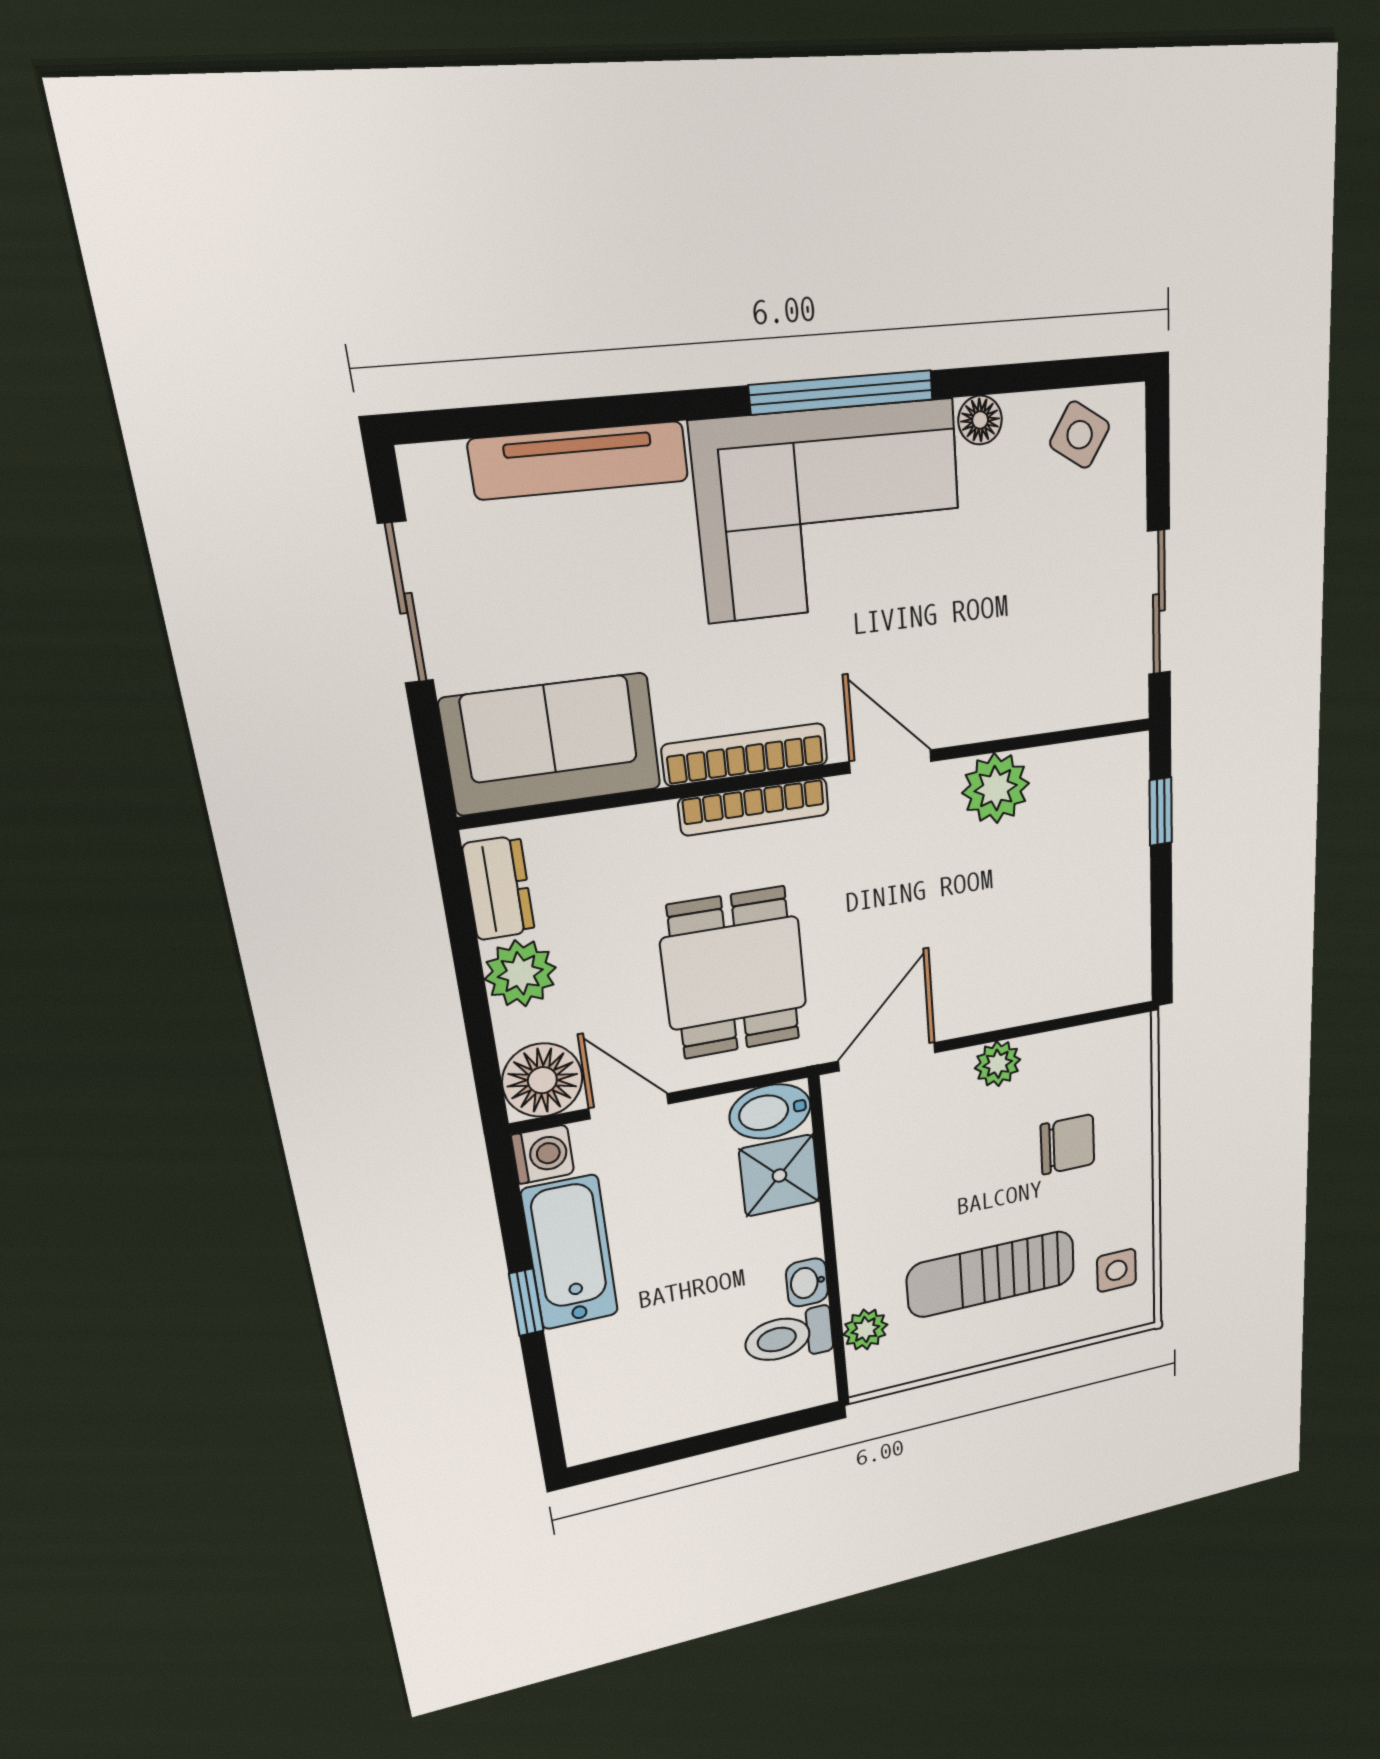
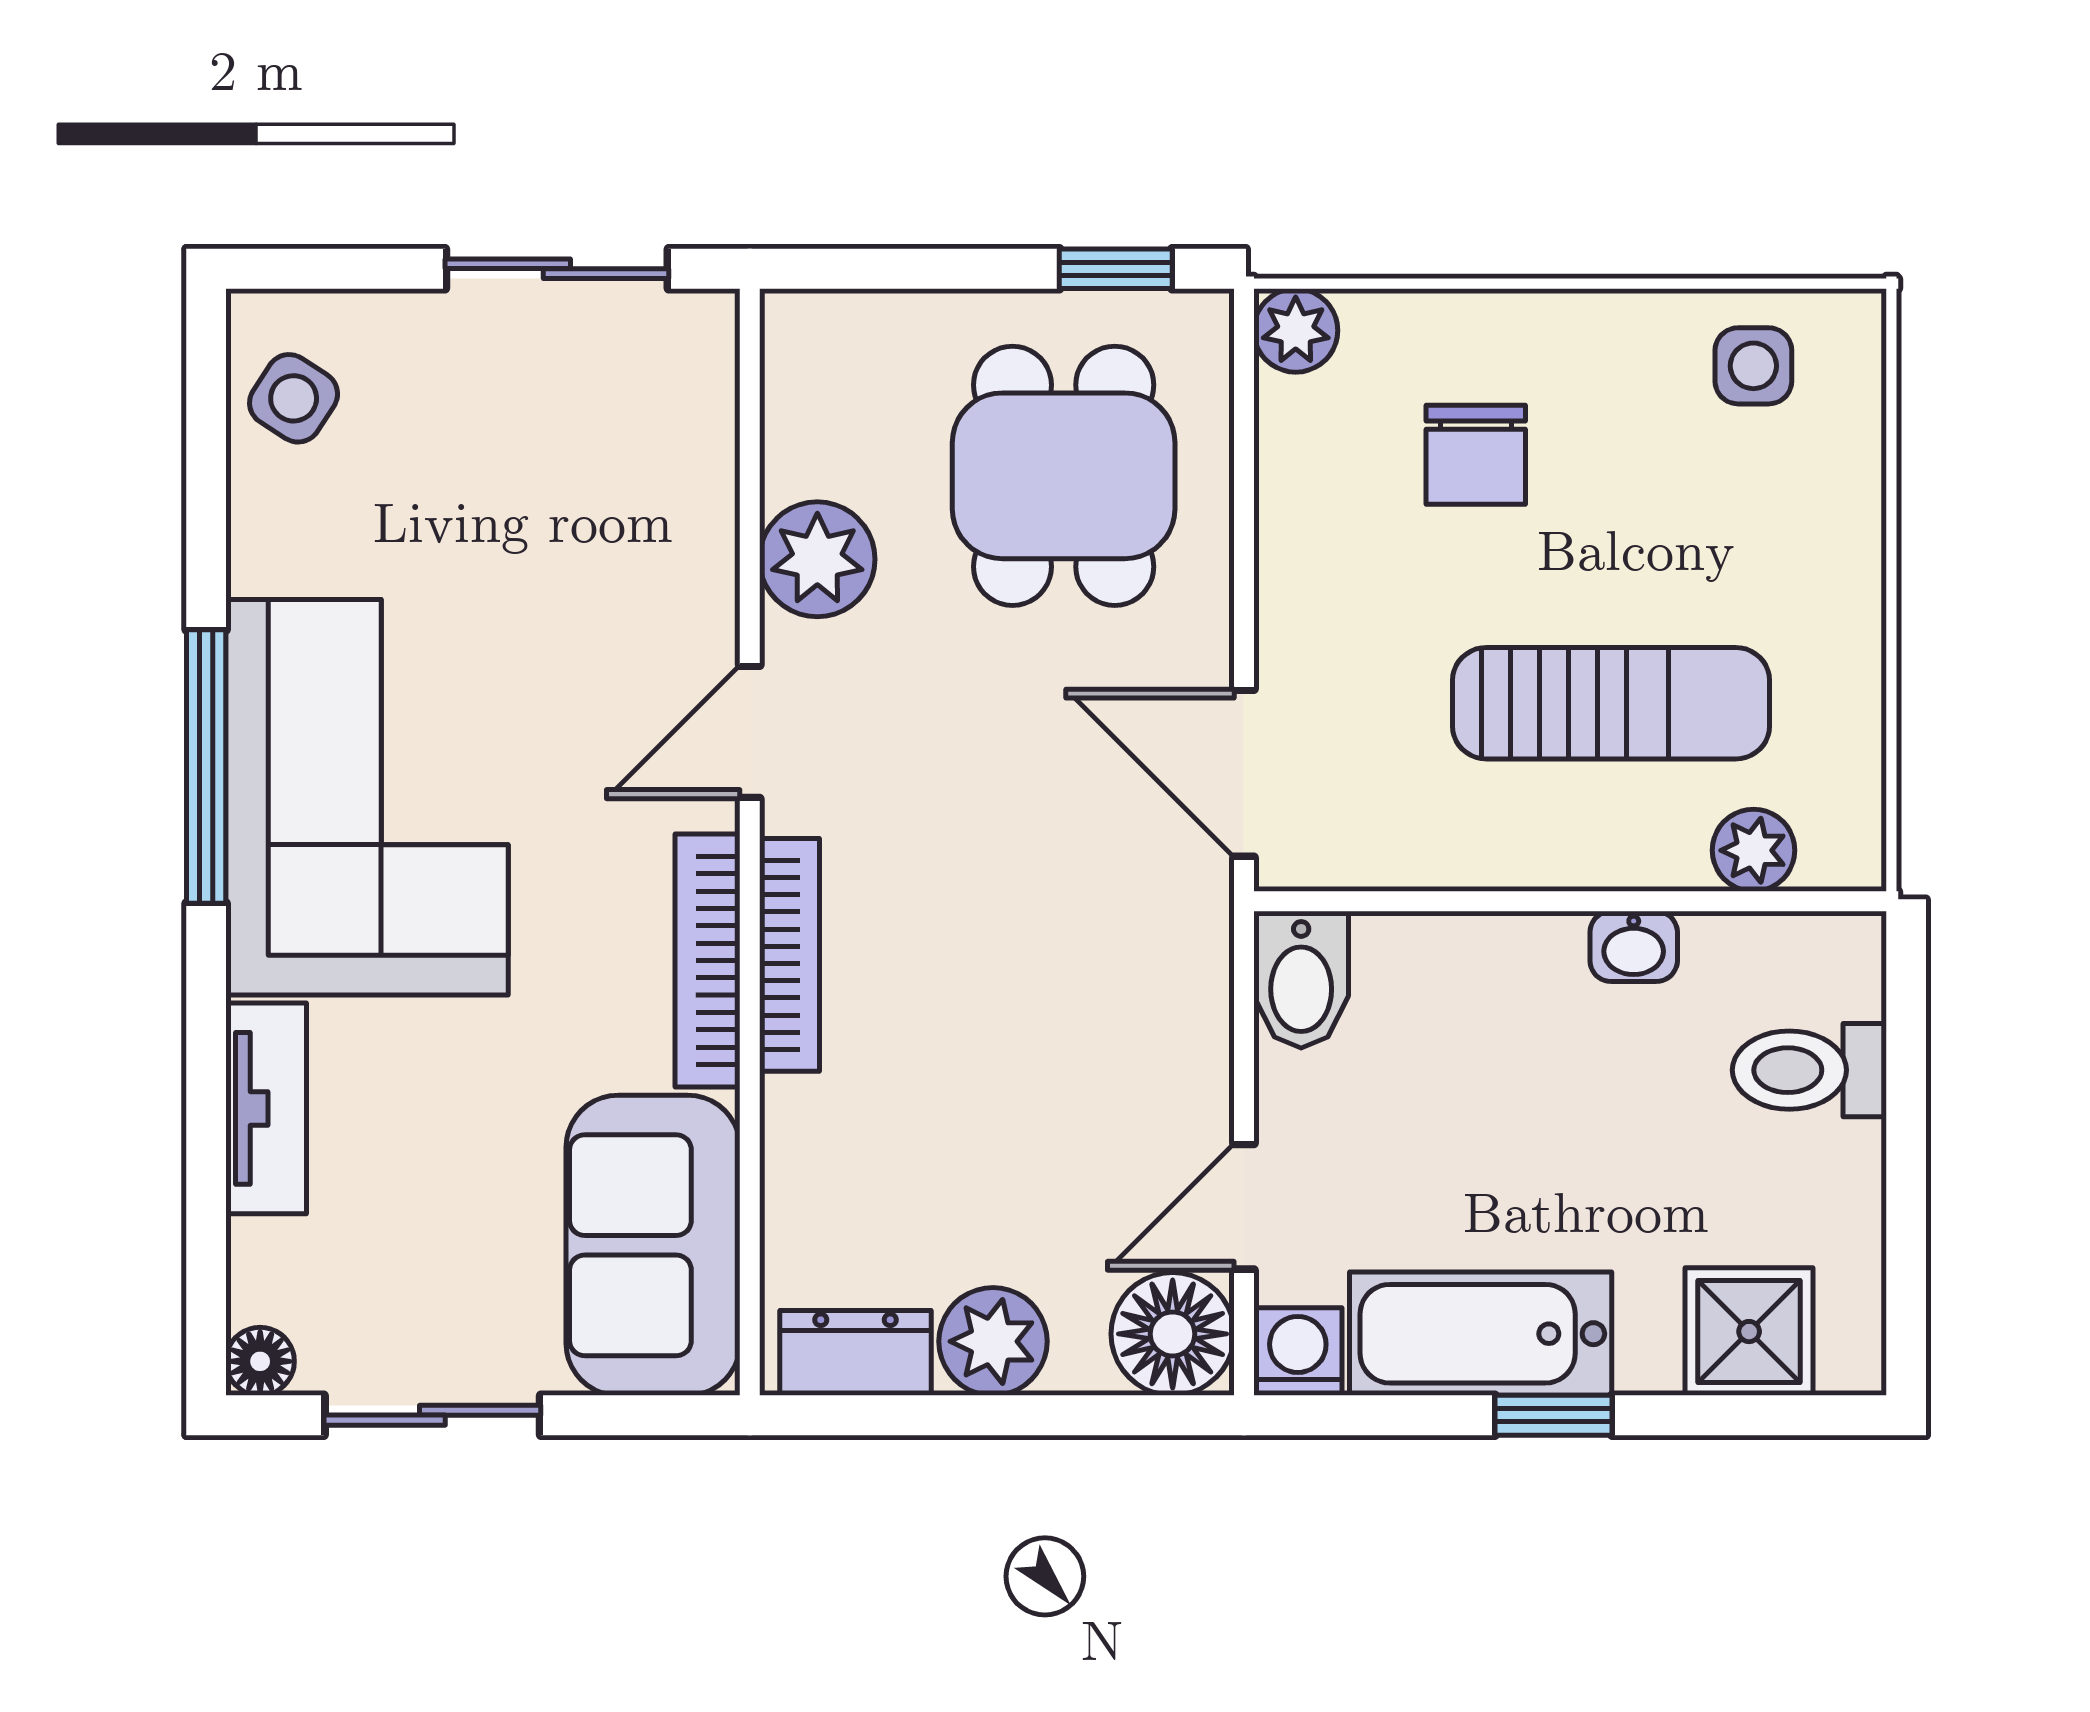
floor lamp: (980, 420) -> (260, 1361), moved
tv unit: (580, 460) -> (266, 1108), width x0.71
window: (1161, 812) -> (1116, 269), moved
dining table: (734, 973) -> (1064, 476), moved, turned 90
plant: (998, 1064) -> (1296, 330), moved
chair: (1068, 1144) -> (1476, 455), turned 180
shower: (779, 1176) -> (1749, 1332), moved
sun lounger: (991, 1274) -> (1611, 703), moved, turned -90
toilet: (789, 1337) -> (1809, 1070), moved, turned 90

